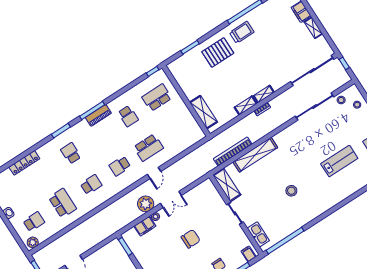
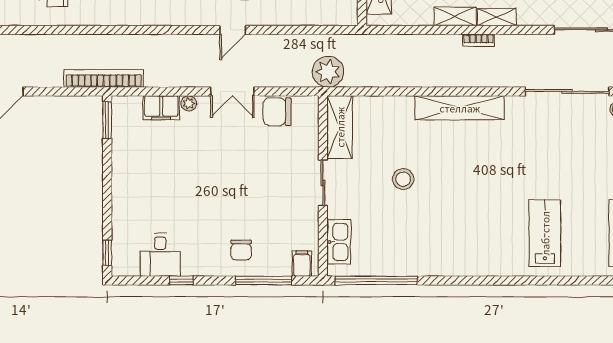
bookcase: (233, 152) -> (104, 78), moved
shelving: (255, 155) -> (460, 108), moved
lab bench: (339, 161) -> (545, 233), moved, turned -90
stool: (291, 191) -> (403, 179), moved
plant: (146, 204) -> (328, 72), moved
chair: (191, 239) -> (277, 112), moved, turned 180

